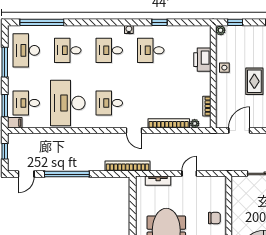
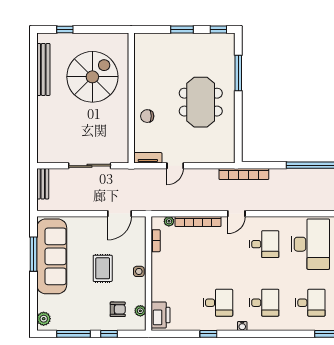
window: (235, 22) -> (109, 334), moved
plant: (221, 30) -> (140, 311), moved
armchair: (241, 44) -> (118, 309), added
printer: (202, 60) -> (161, 315), moved
side table: (224, 68) -> (139, 271), moved
door: (134, 130) -> (236, 214), swing flipped
tv unit: (158, 181) -> (148, 158), moved

